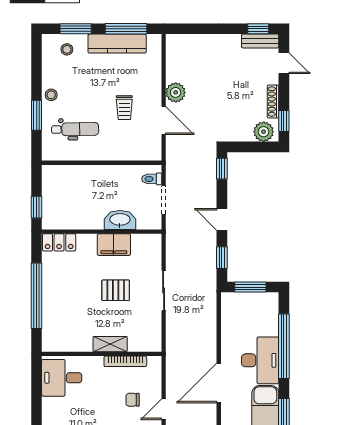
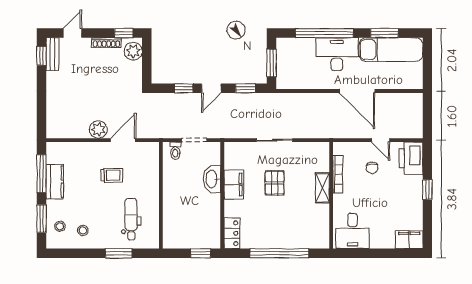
kitchen counter: (117, 44) -> (55, 182), width x0.67
stool: (51, 95) -> (83, 230), moved
window: (222, 169) -> (183, 88), moved

